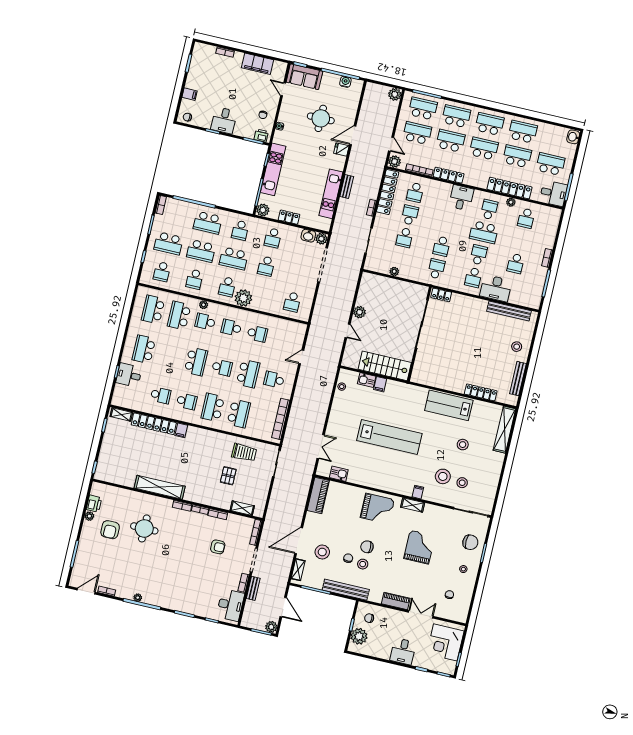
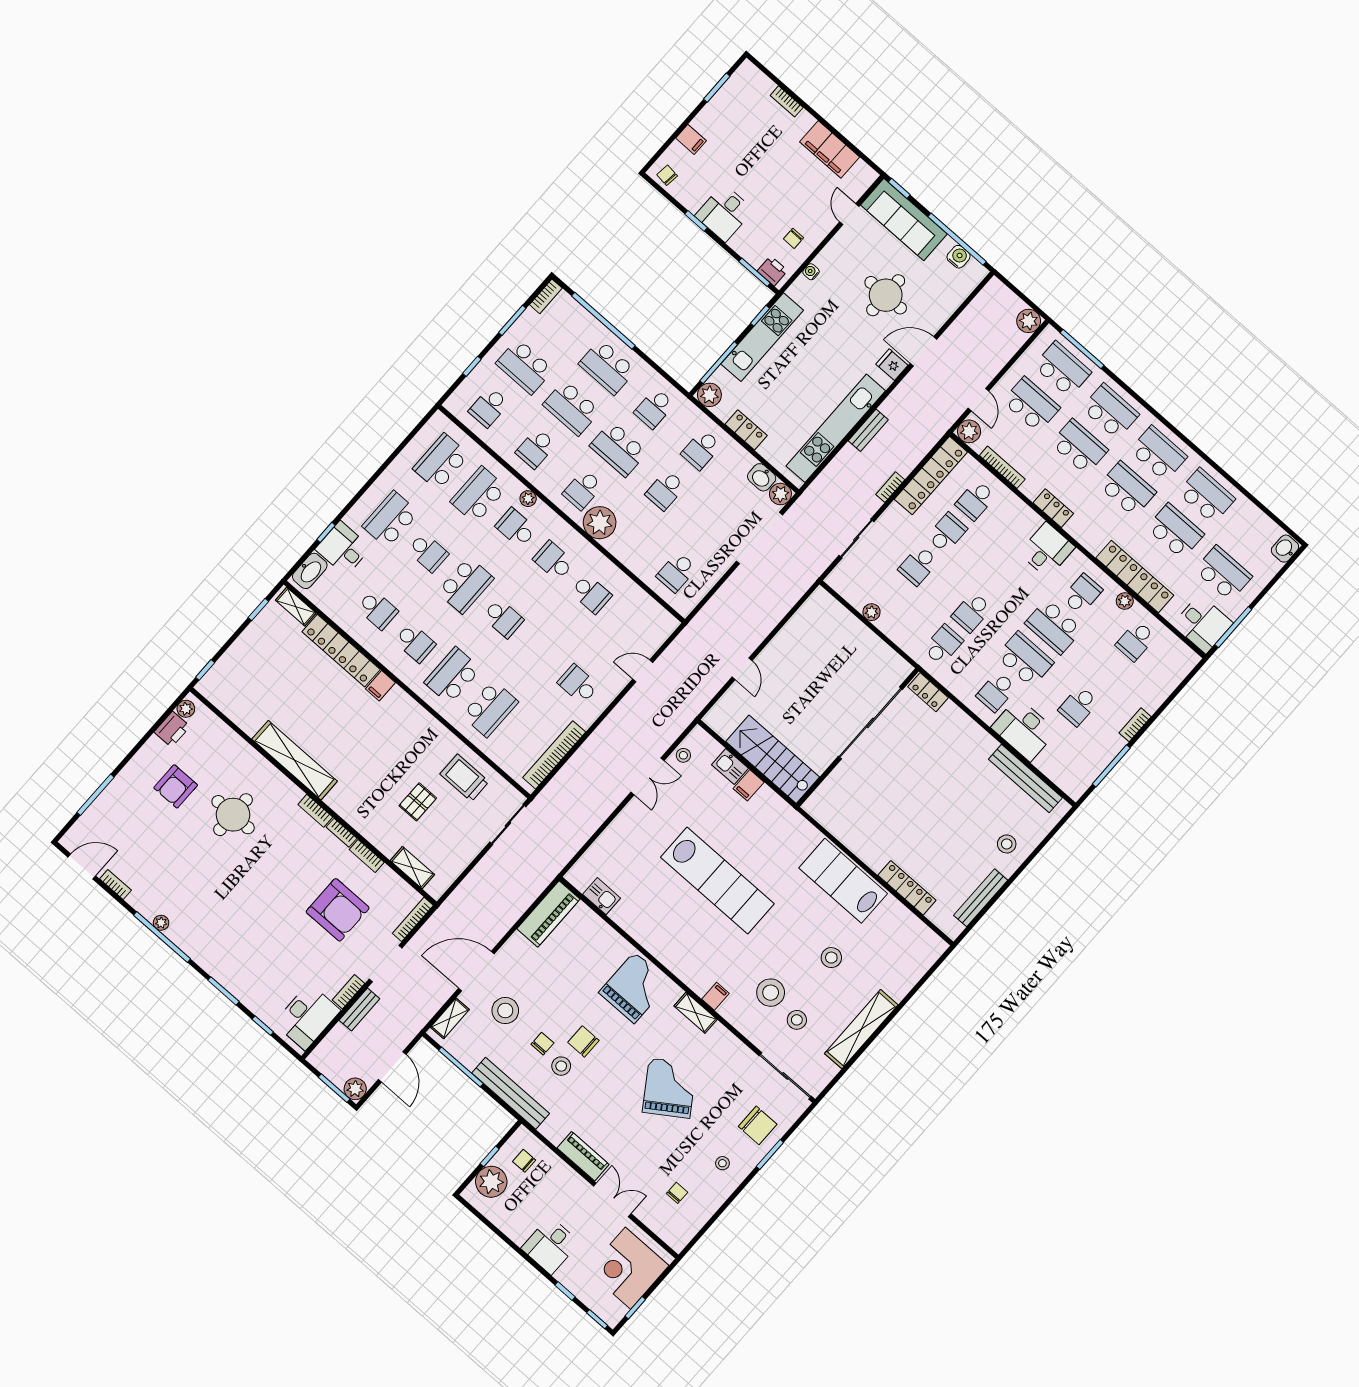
sofa: (304, 77) -> (904, 220), width x1.36
locker: (449, 175) -> (1053, 508), width x0.66
kitchen unit: (331, 194) -> (836, 428), width x1.36
school desk: (479, 255) -> (1025, 659), width x1.85
plant: (359, 312) -> (778, 648), removed
school desk: (248, 374) -> (428, 552), moved, width x0.54
washbasin: (119, 394) -> (310, 571), added
shelving: (504, 430) -> (861, 1029), moved
double door: (321, 447) -> (647, 776), moved
trolley: (244, 453) -> (464, 778), turned 180
grand piano: (377, 509) -> (634, 988), turned -90
plant: (89, 516) -> (186, 709), moved
armchair: (218, 547) -> (338, 910), width x1.88, depth x1.88
grand piano: (419, 547) -> (669, 1088), turned -34

